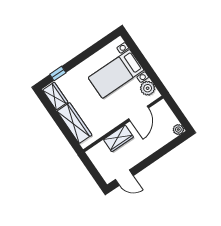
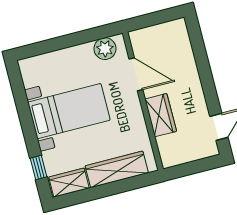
bed with nightstands: (116, 74) -> (69, 111), moved, turned -90
plant: (178, 130) -> (179, 26), removed

